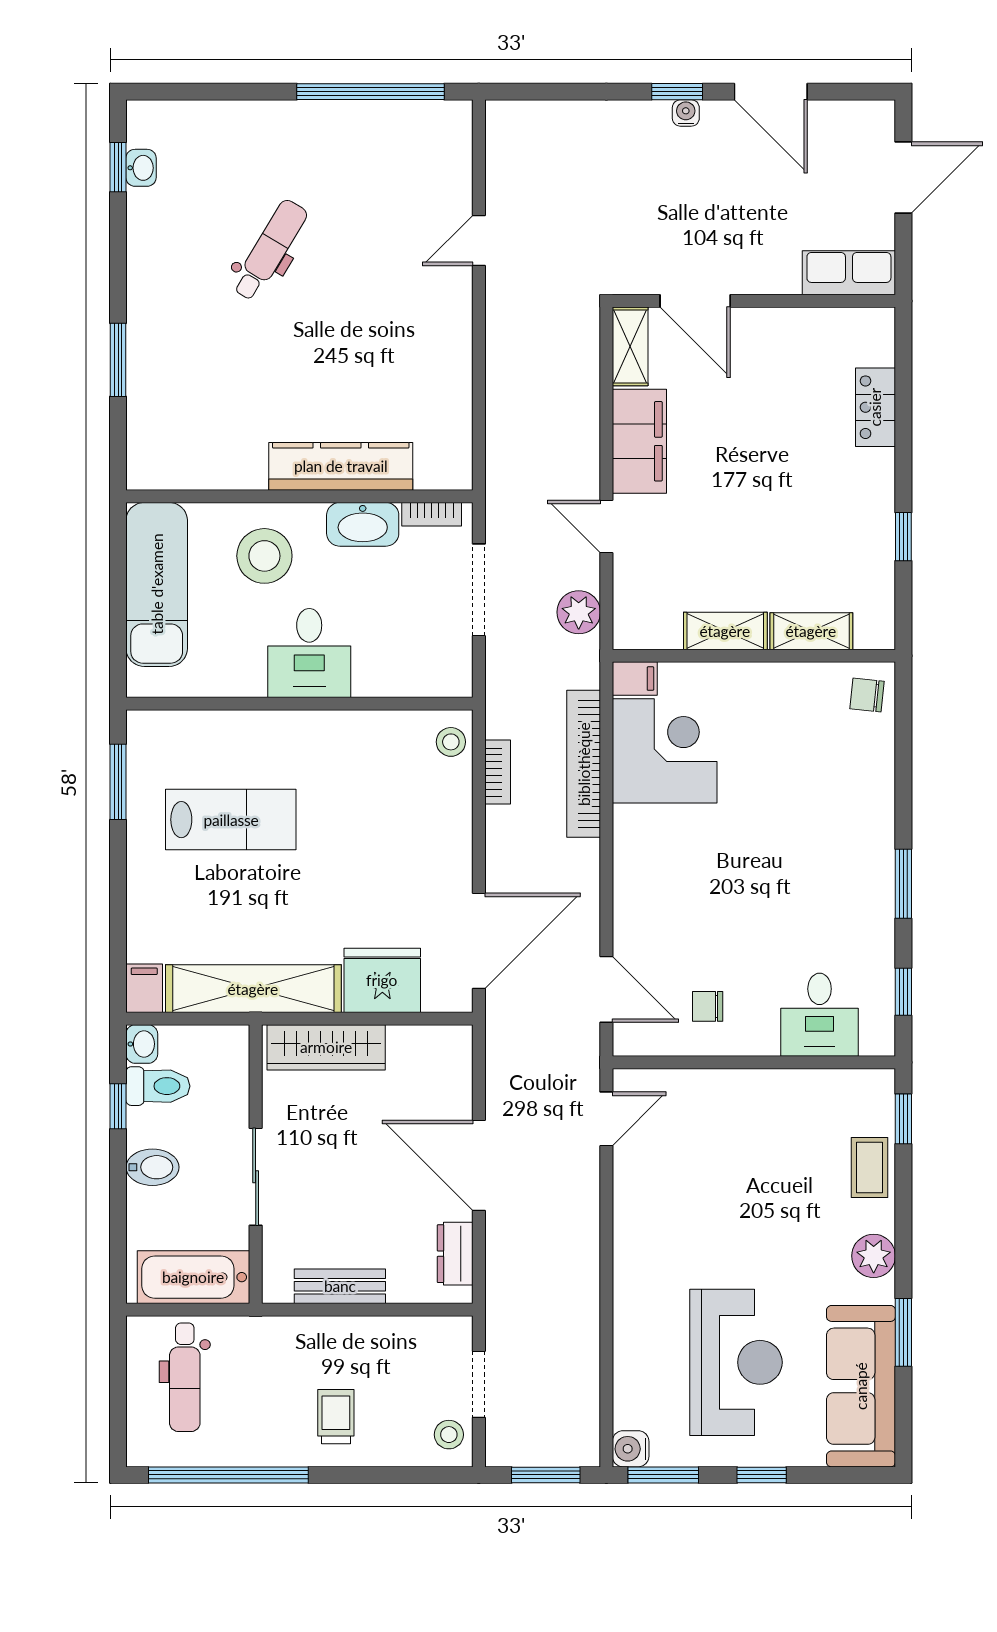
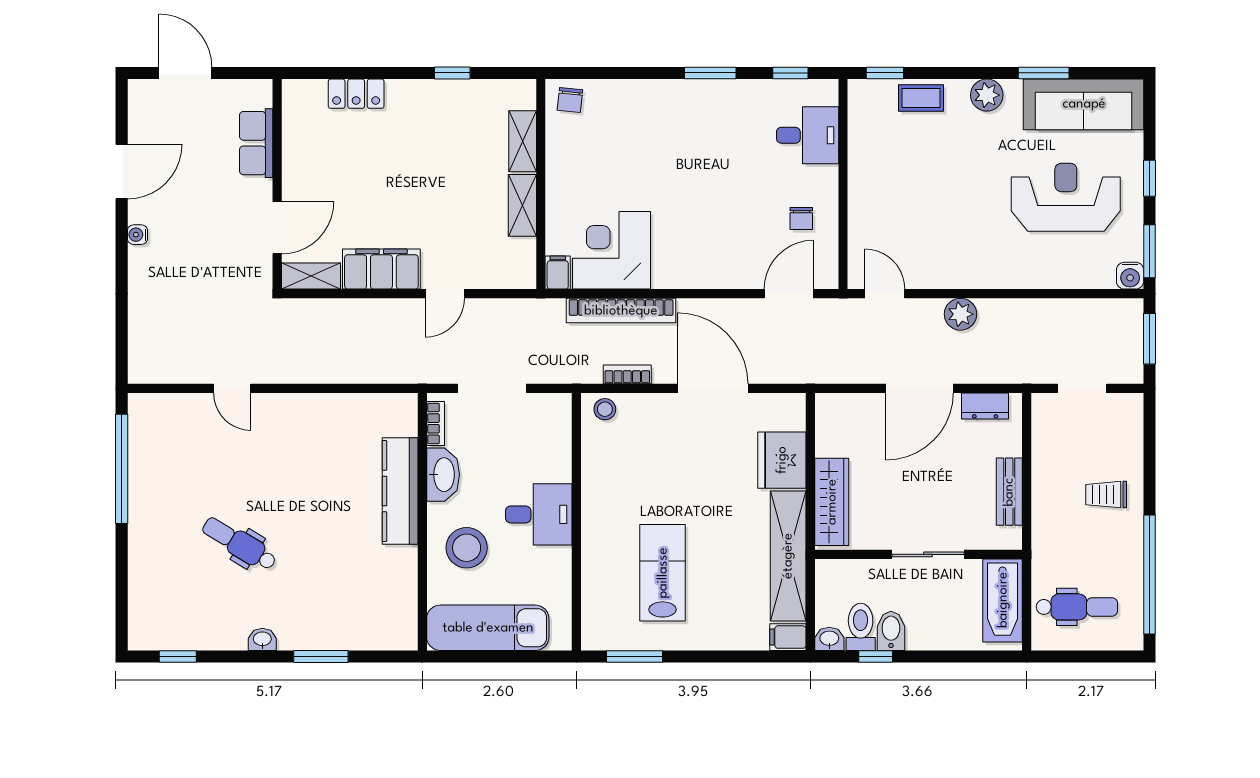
window: (677, 92) -> (122, 241), removed
washbasin: (141, 168) -> (262, 639), moved
row of seats: (849, 273) -> (256, 143), moved
plant: (579, 612) -> (960, 314), moved
door: (479, 941) -> (713, 388), moved
bidet: (152, 1167) -> (891, 631), moved
stool: (449, 1435) -> (1119, 411), removed

